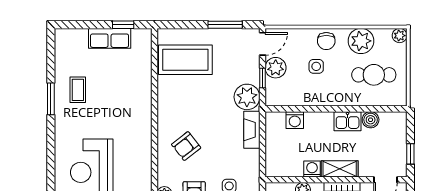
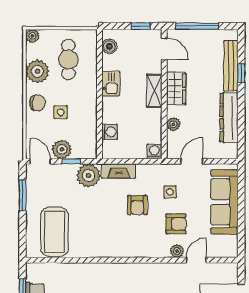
boiler: (371, 120) -> (109, 46), moved
armchair: (186, 146) -> (137, 205), moved, turned 38
washing machine: (312, 169) -> (154, 151), moved, turned 90

